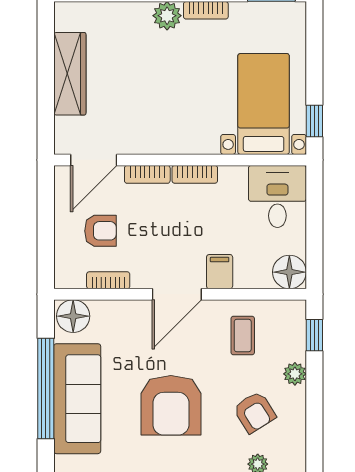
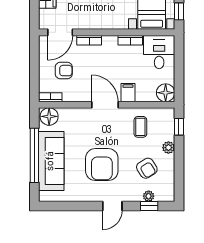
bookcase: (195, 174) -> (130, 40), moved
bookcase: (108, 280) -> (50, 97), moved
door: (177, 294) -> (105, 105), swing flipped

